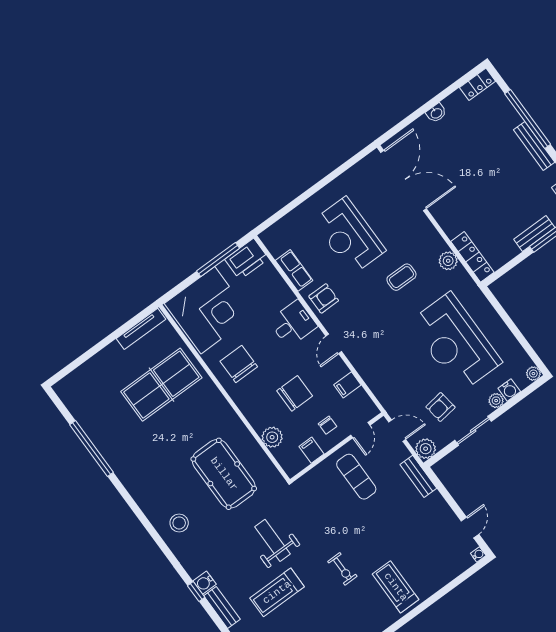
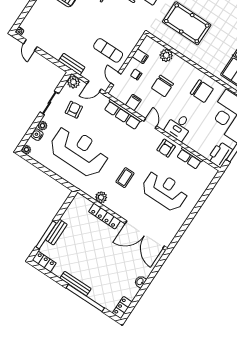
locker: (472, 257) -> (105, 216), moved
row of seats: (370, 373) -> (123, 114), added

